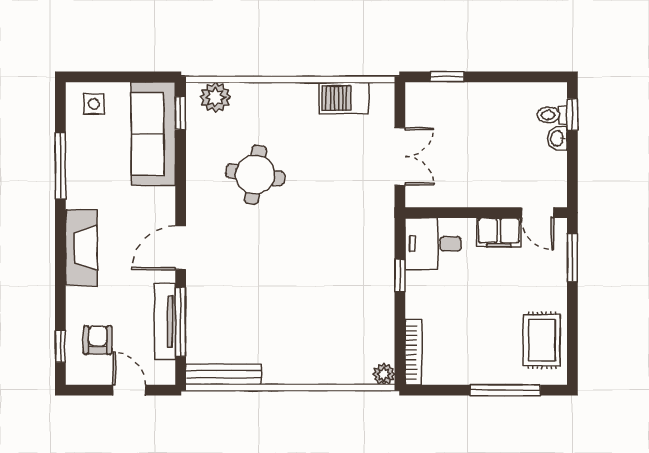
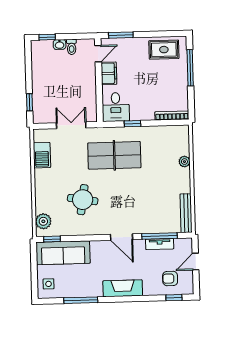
toilet: (552, 115) -> (72, 47), moved
table tennis table: (339, 239) -> (114, 155), added
tv unit: (165, 321) -> (160, 244), width x0.71
plant: (384, 374) -> (184, 162), moved

